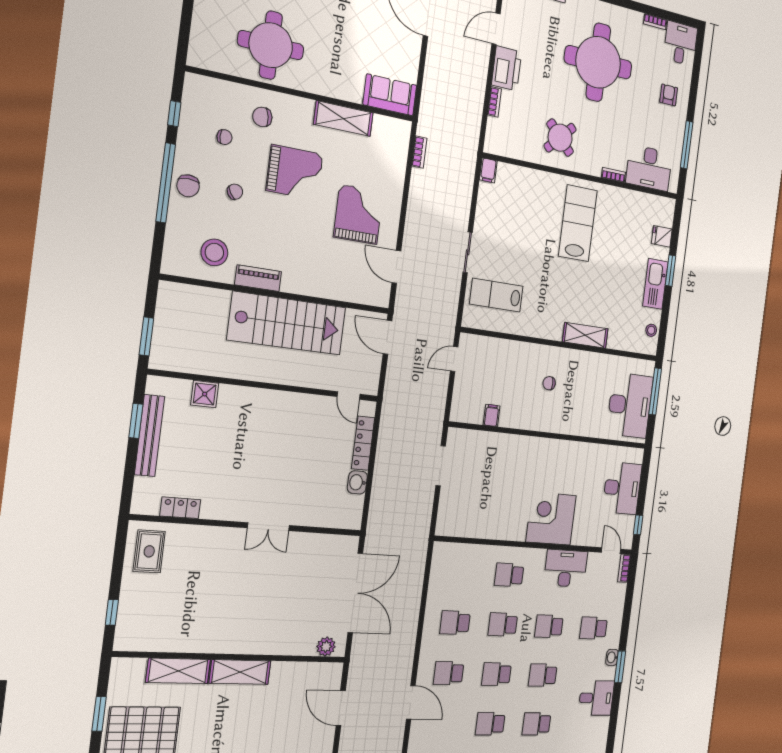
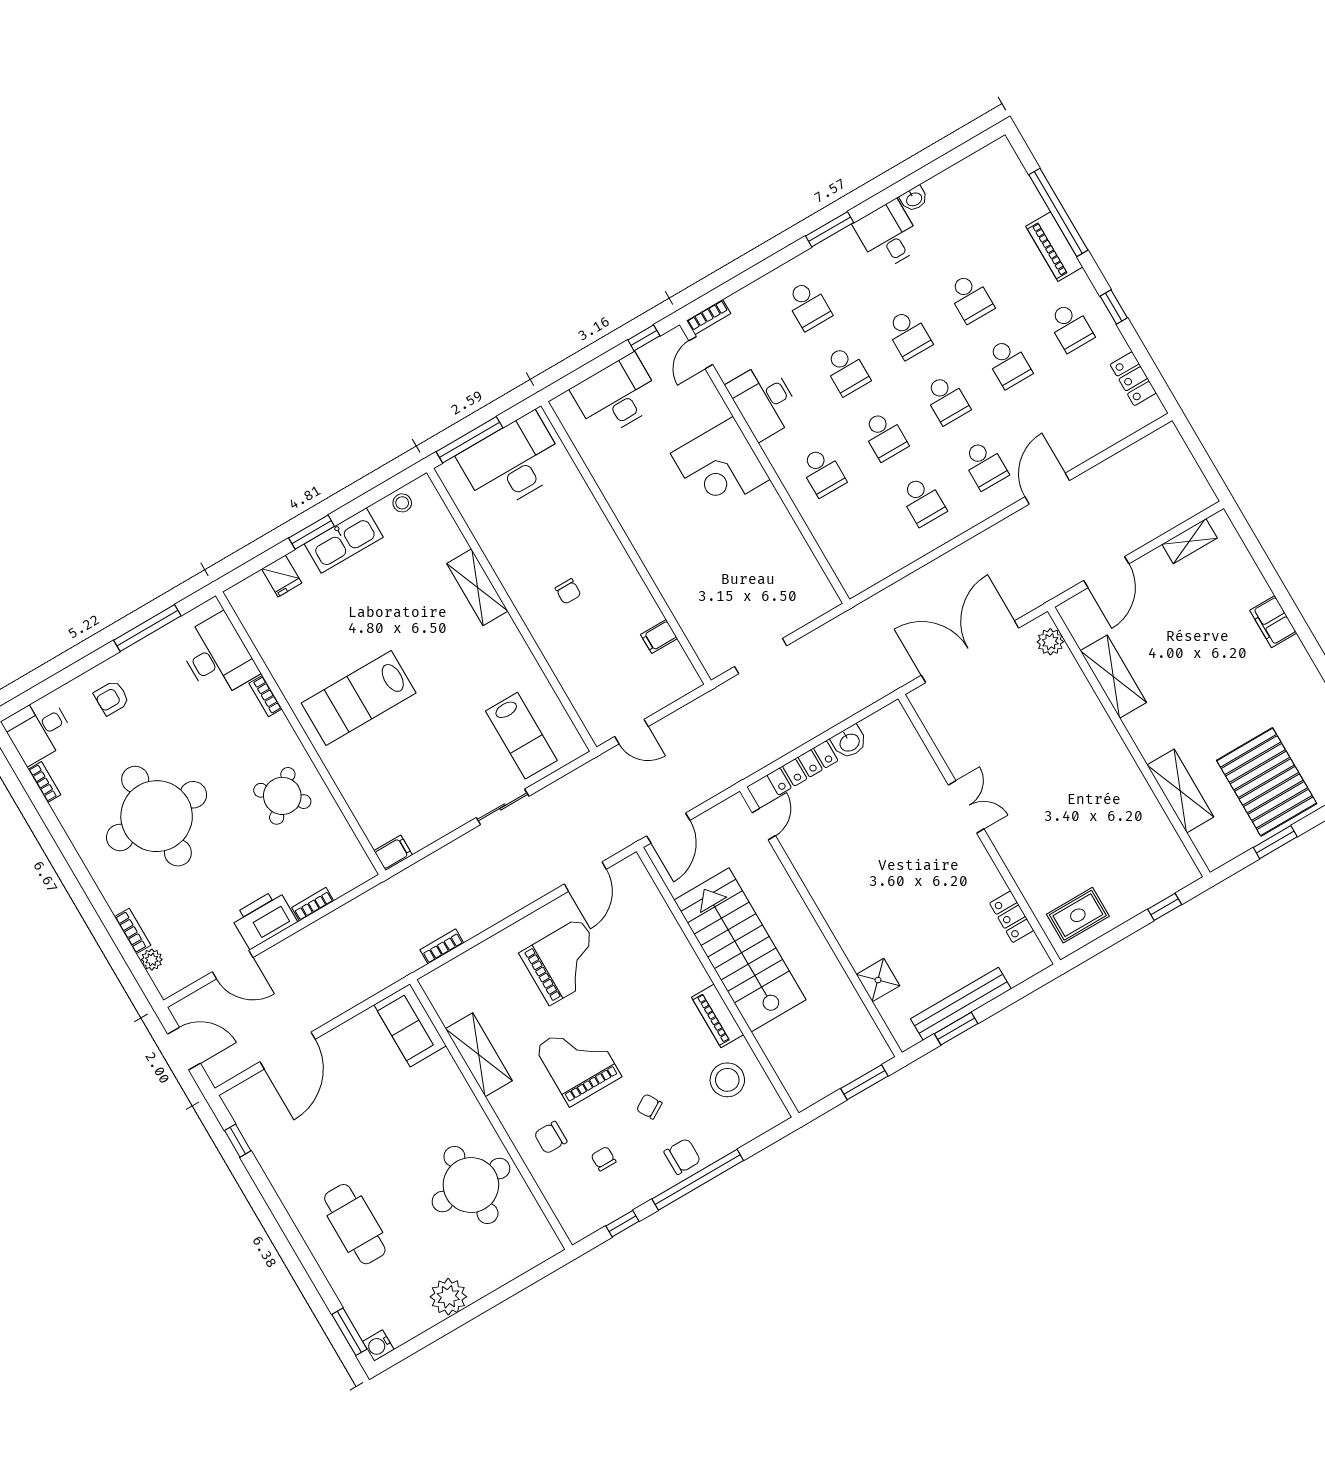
chair: (262, 117) -> (551, 1138), turned 99
grand piano: (358, 214) -> (565, 962), turned 180
washbasin: (612, 657) -> (914, 199), moved
shelving: (240, 672) -> (1113, 677), moved

